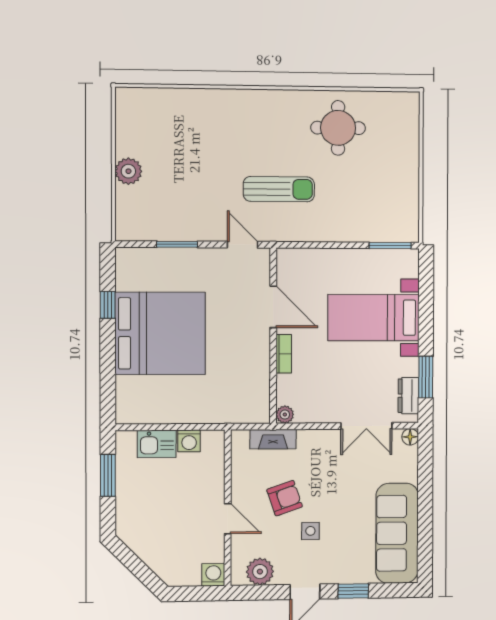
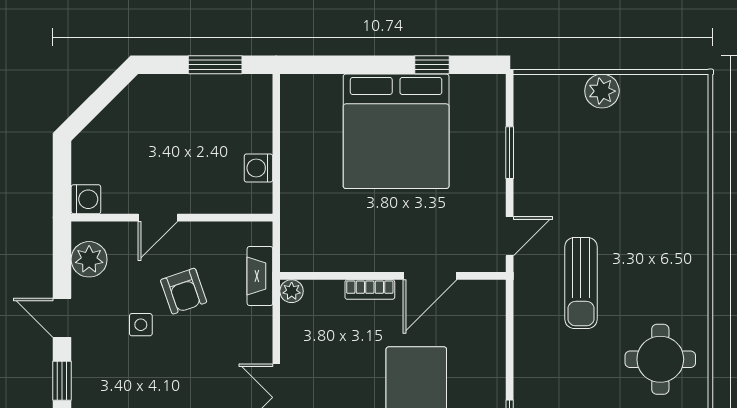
kitchen sink: (157, 444) -> (255, 127), removed

